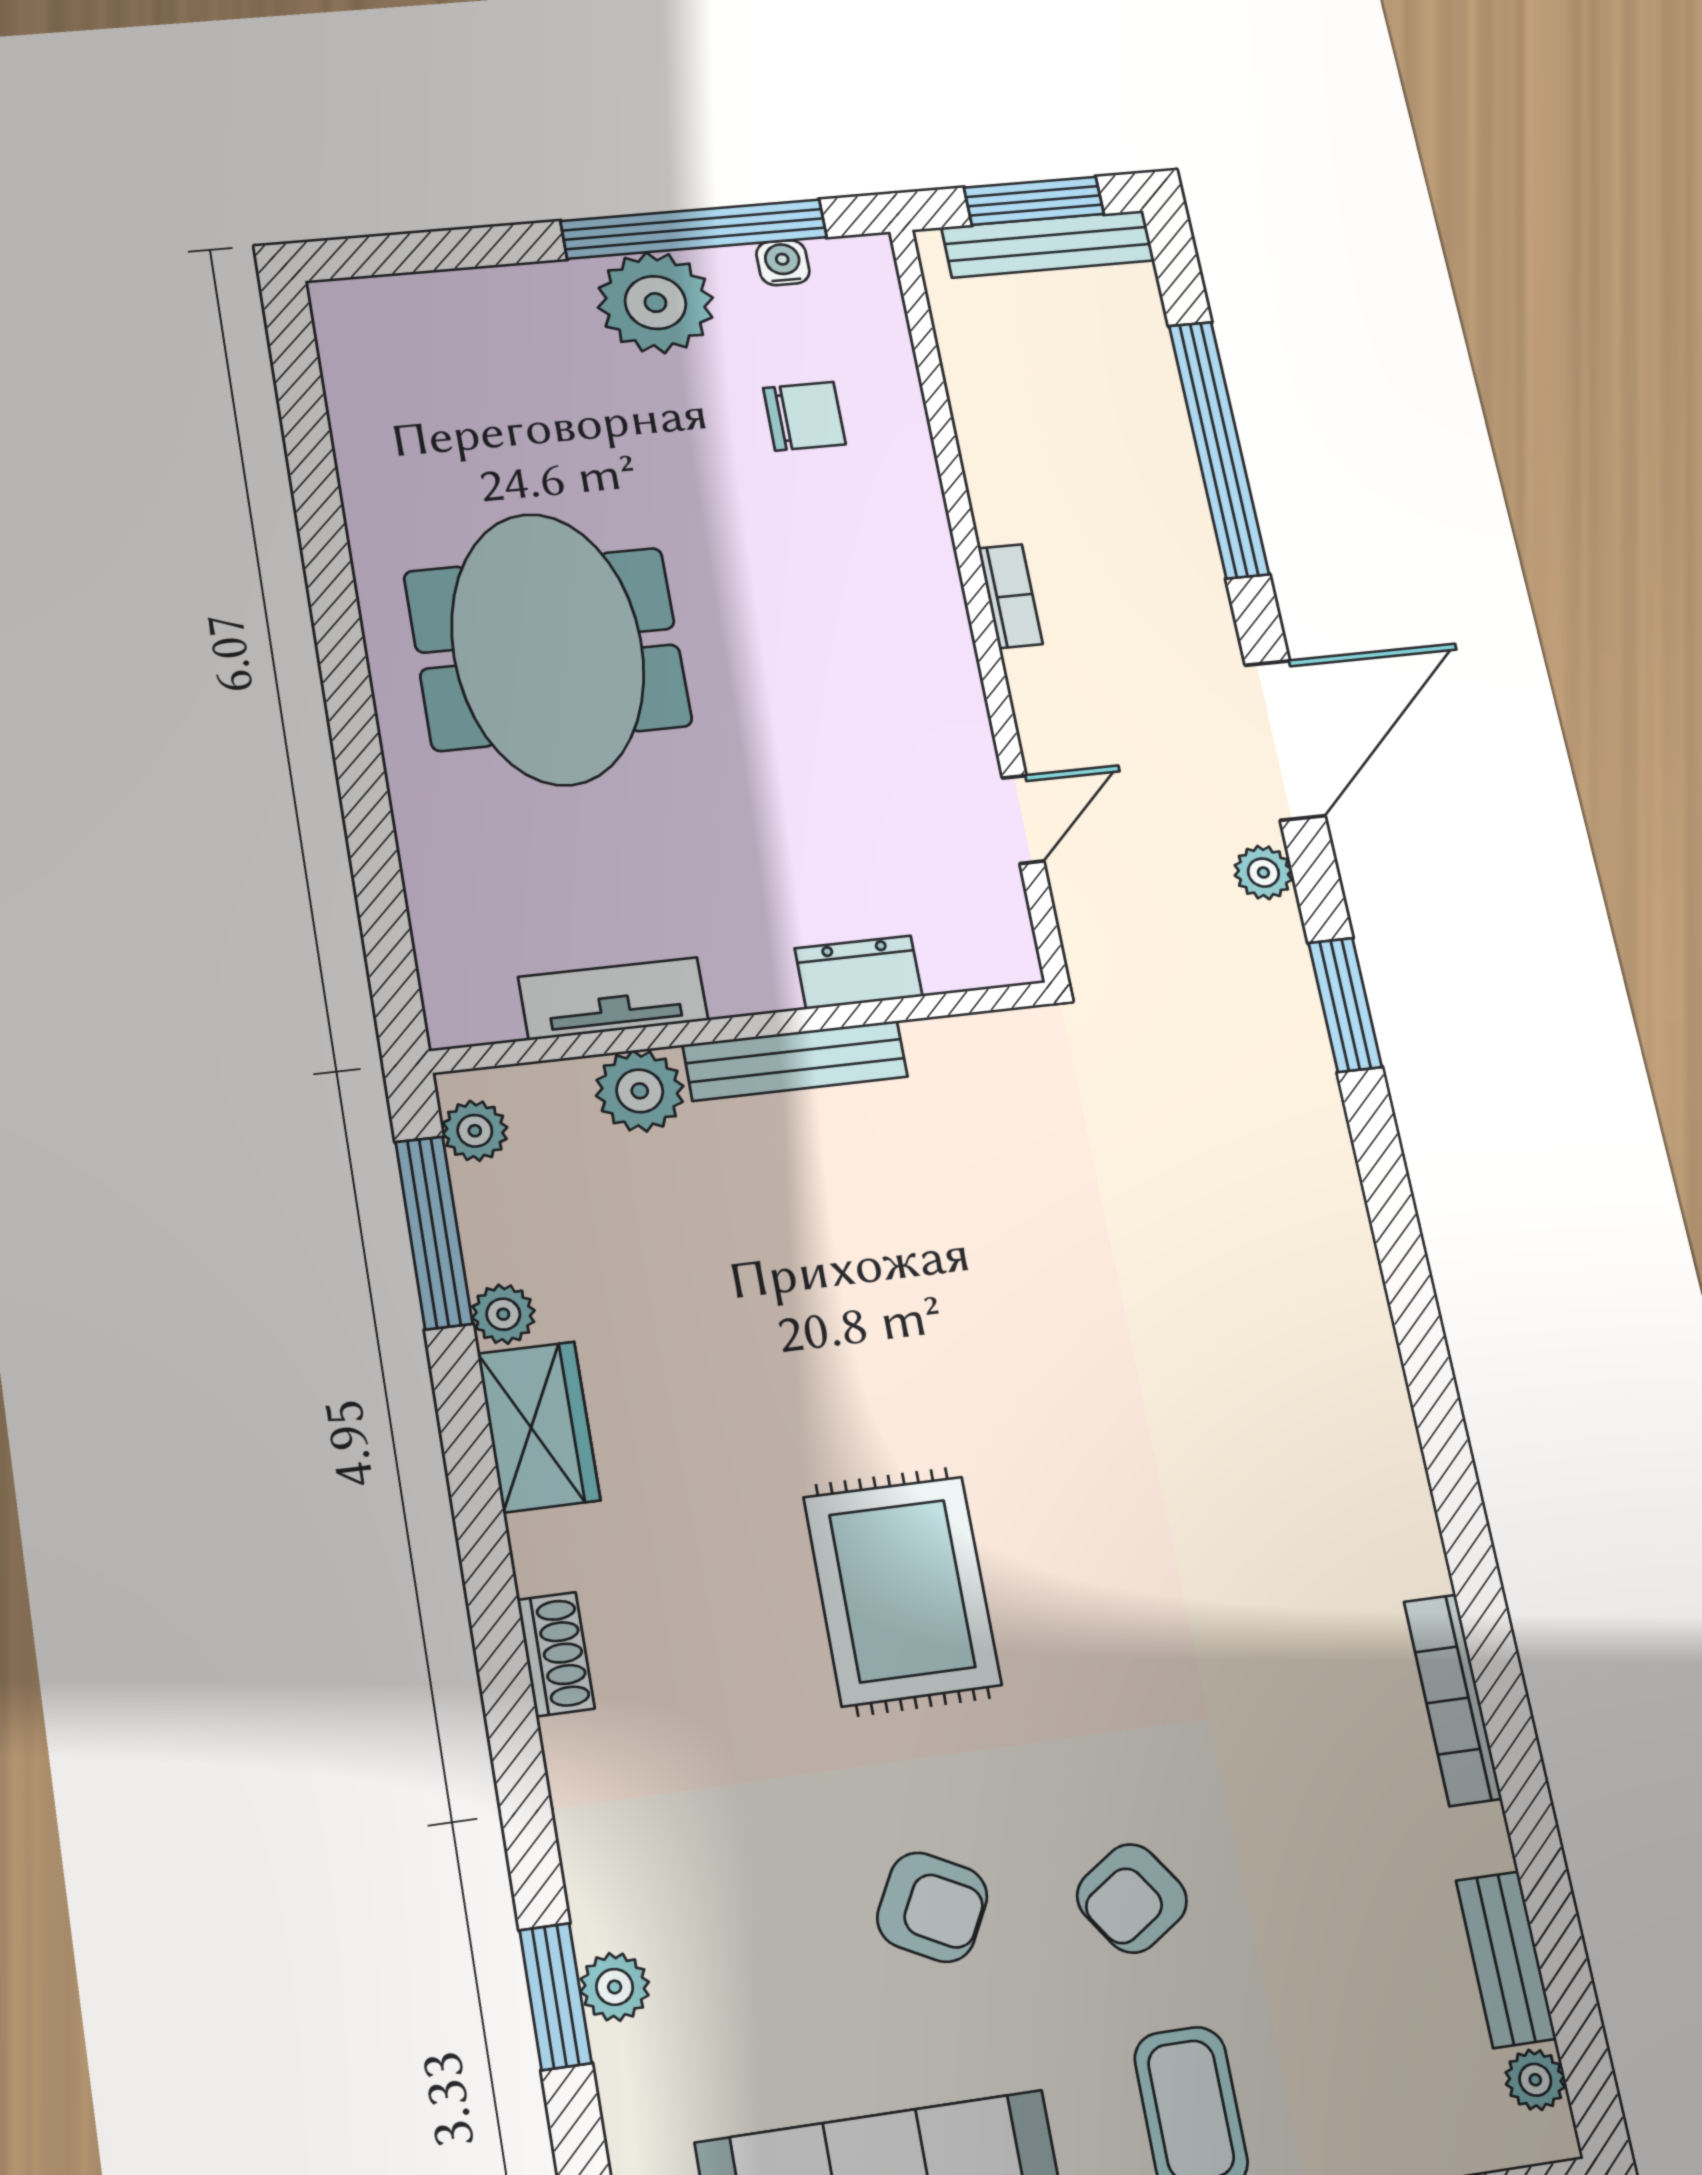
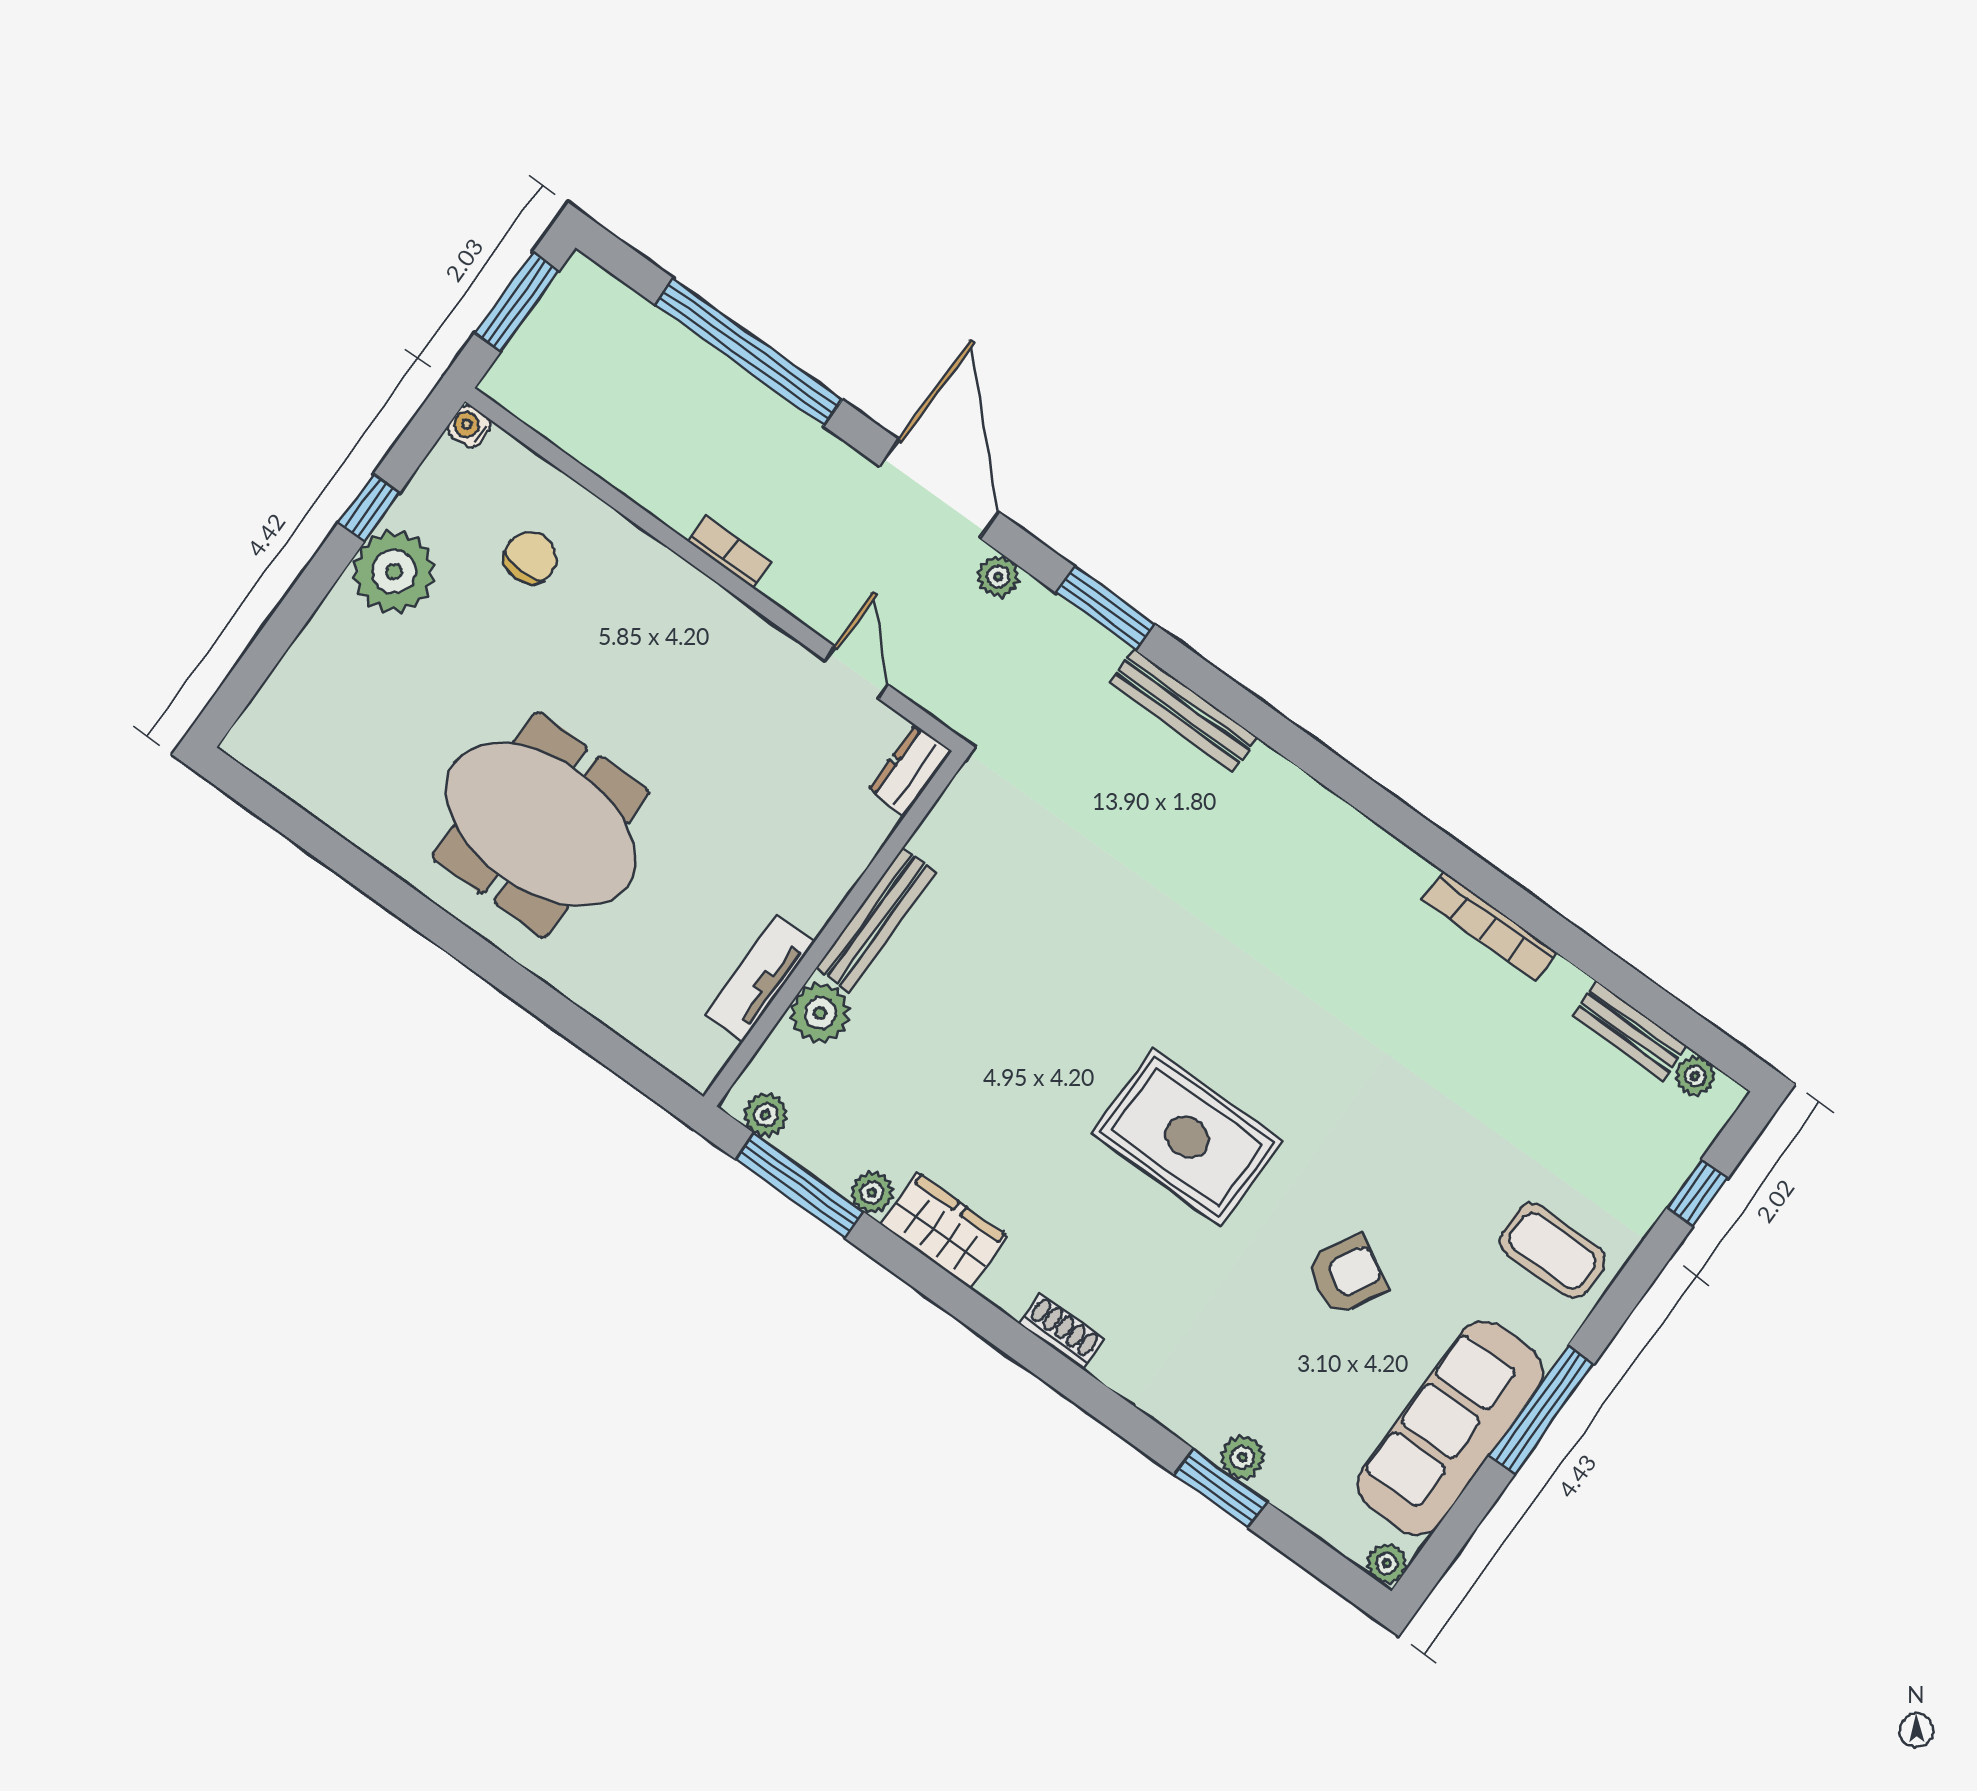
window: (694, 229) -> (369, 507), width x0.32
bench: (1048, 244) -> (1183, 710), moved, turned 90
water cooler: (783, 263) -> (469, 426), moved
dresser: (859, 972) -> (910, 771), moved
armchair: (1132, 1898) -> (1433, 1178), removed

